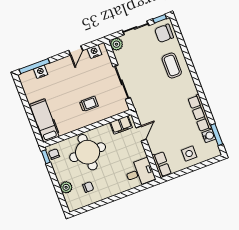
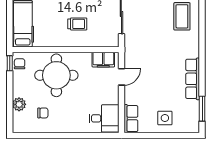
water cooler: (209, 136) -> (193, 107), removed

